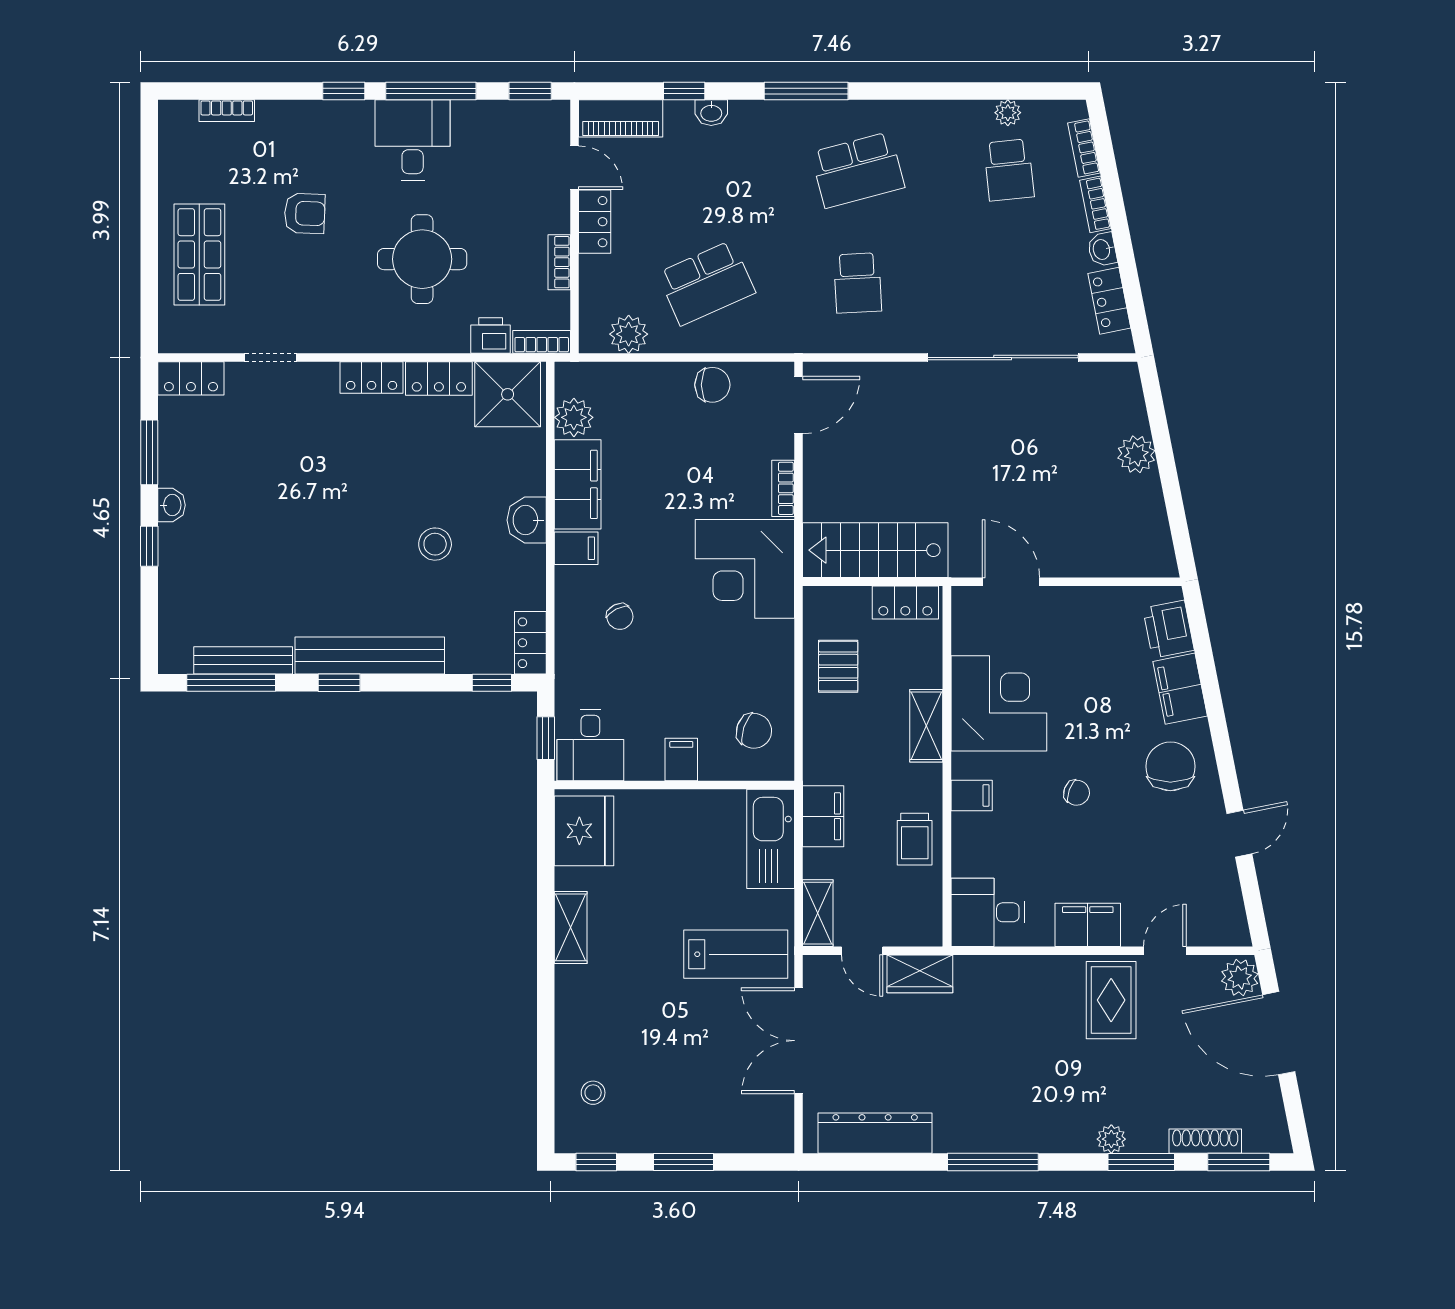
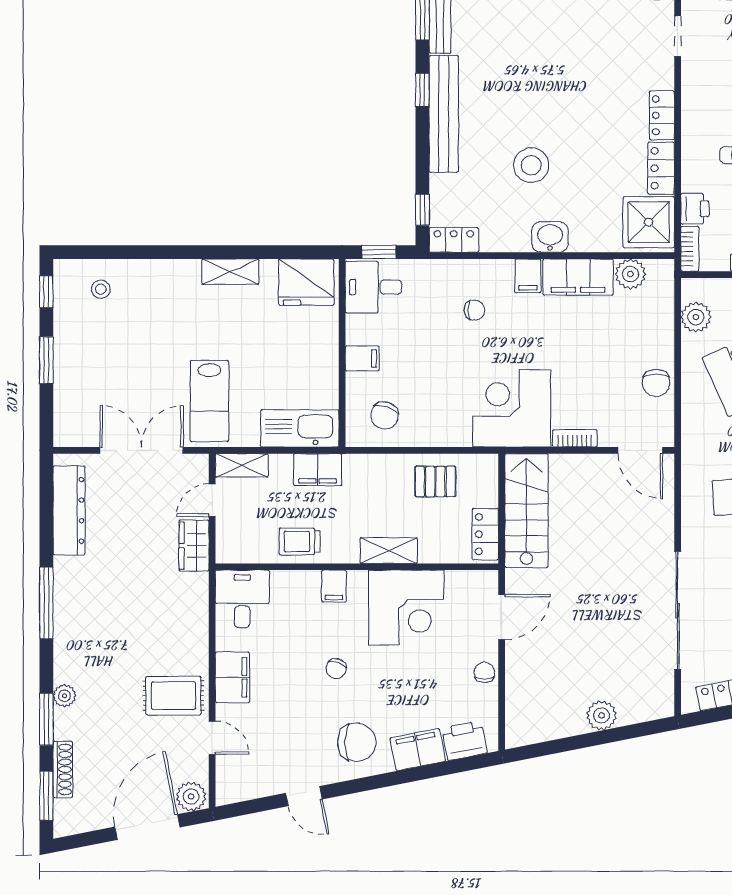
stool: (435, 544) -> (531, 165), width x1.38, depth x1.38
chair: (1082, 604) -> (484, 672), added
chair: (620, 617) -> (474, 310), turned -153

